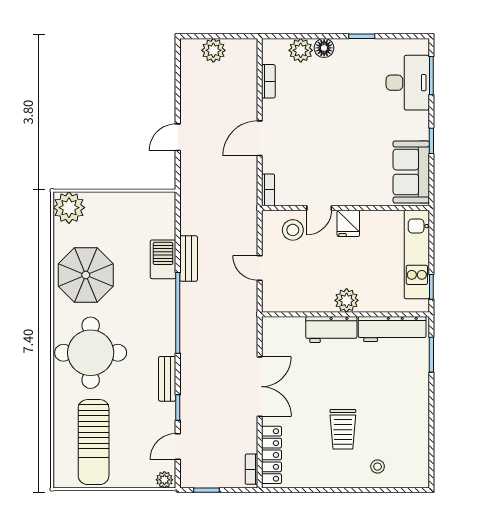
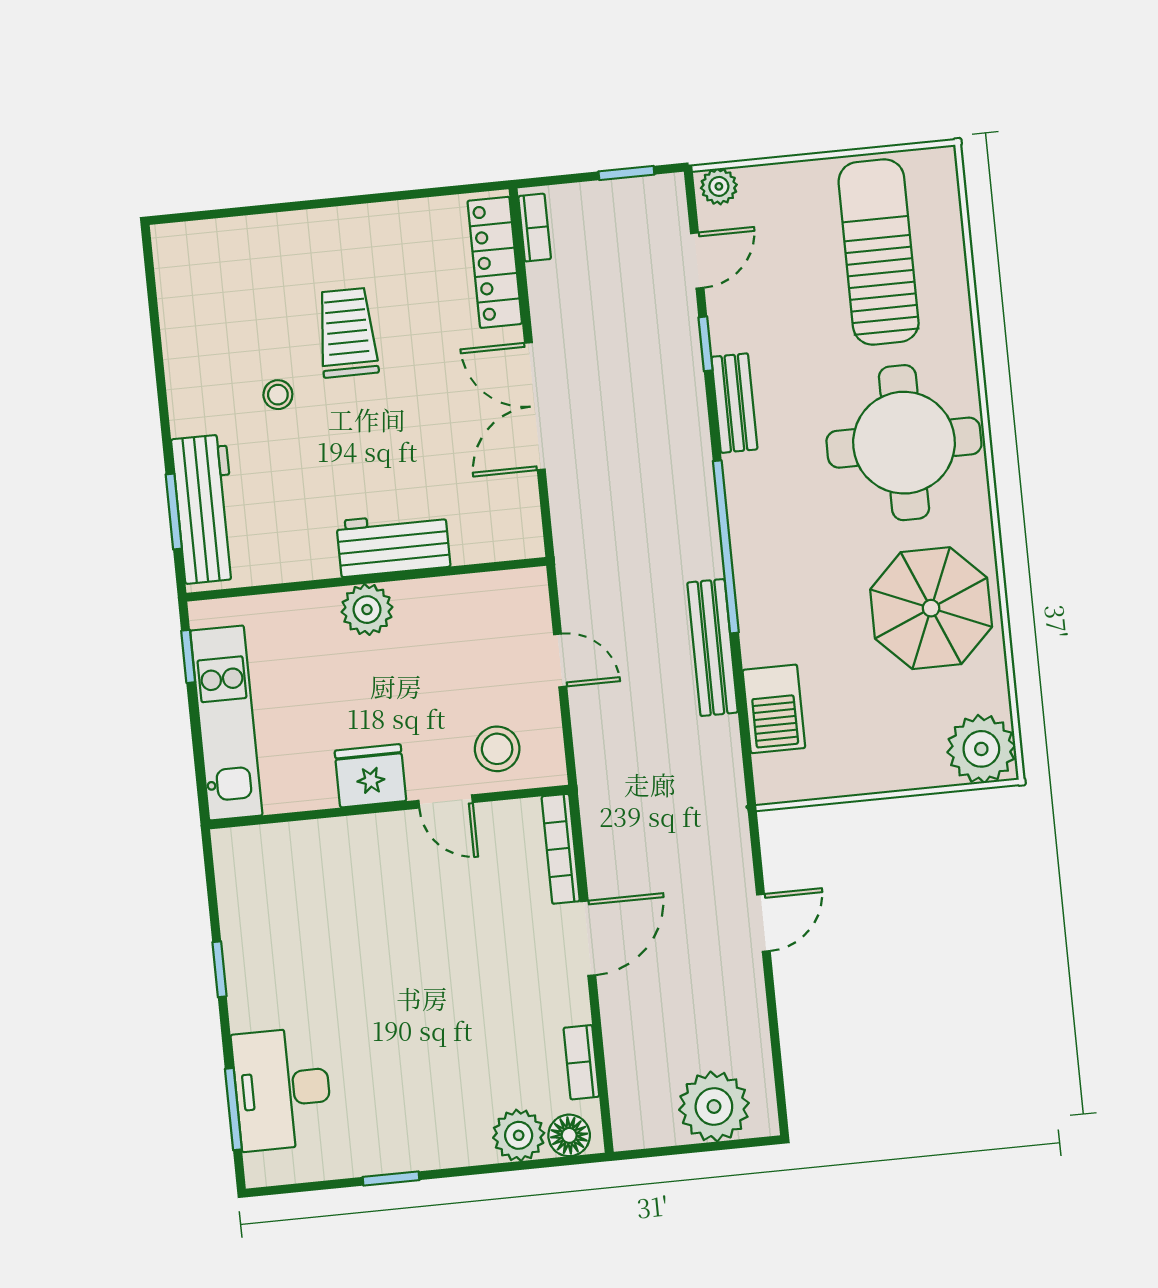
floor lamp: (324, 48) -> (569, 1135), moved
plant: (213, 50) -> (714, 1106), width x1.36, depth x1.36
sofa: (411, 172) -> (256, 898), removed
bookcase: (268, 190) -> (561, 849), width x1.56
door: (319, 208) -> (446, 801), swing flipped
fridge: (348, 223) -> (370, 776), width x1.38
barbecue: (163, 259) -> (774, 709), moved
bench: (189, 259) -> (713, 648), width x1.36
workbench: (392, 329) -> (205, 509), moved, turned 90
stool: (378, 467) -> (278, 395), moved

